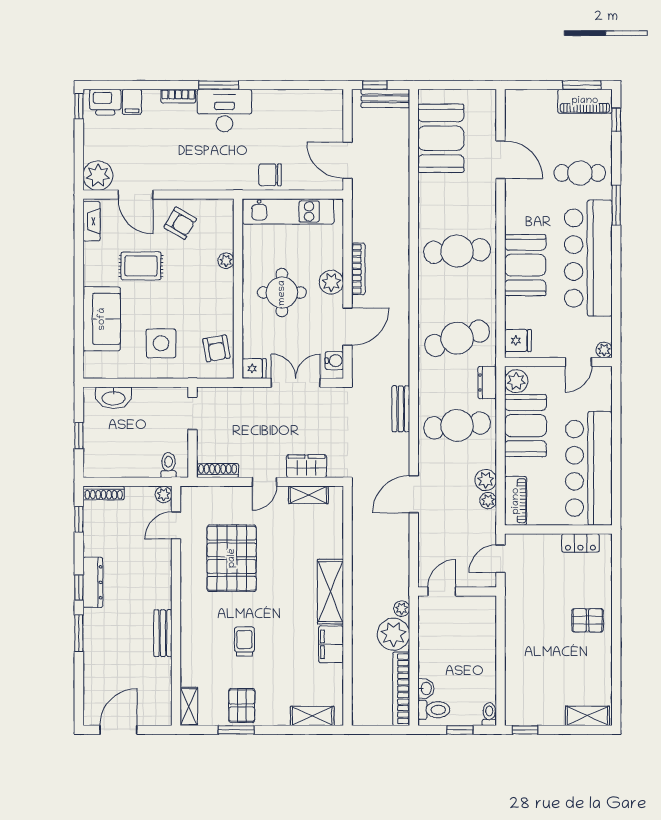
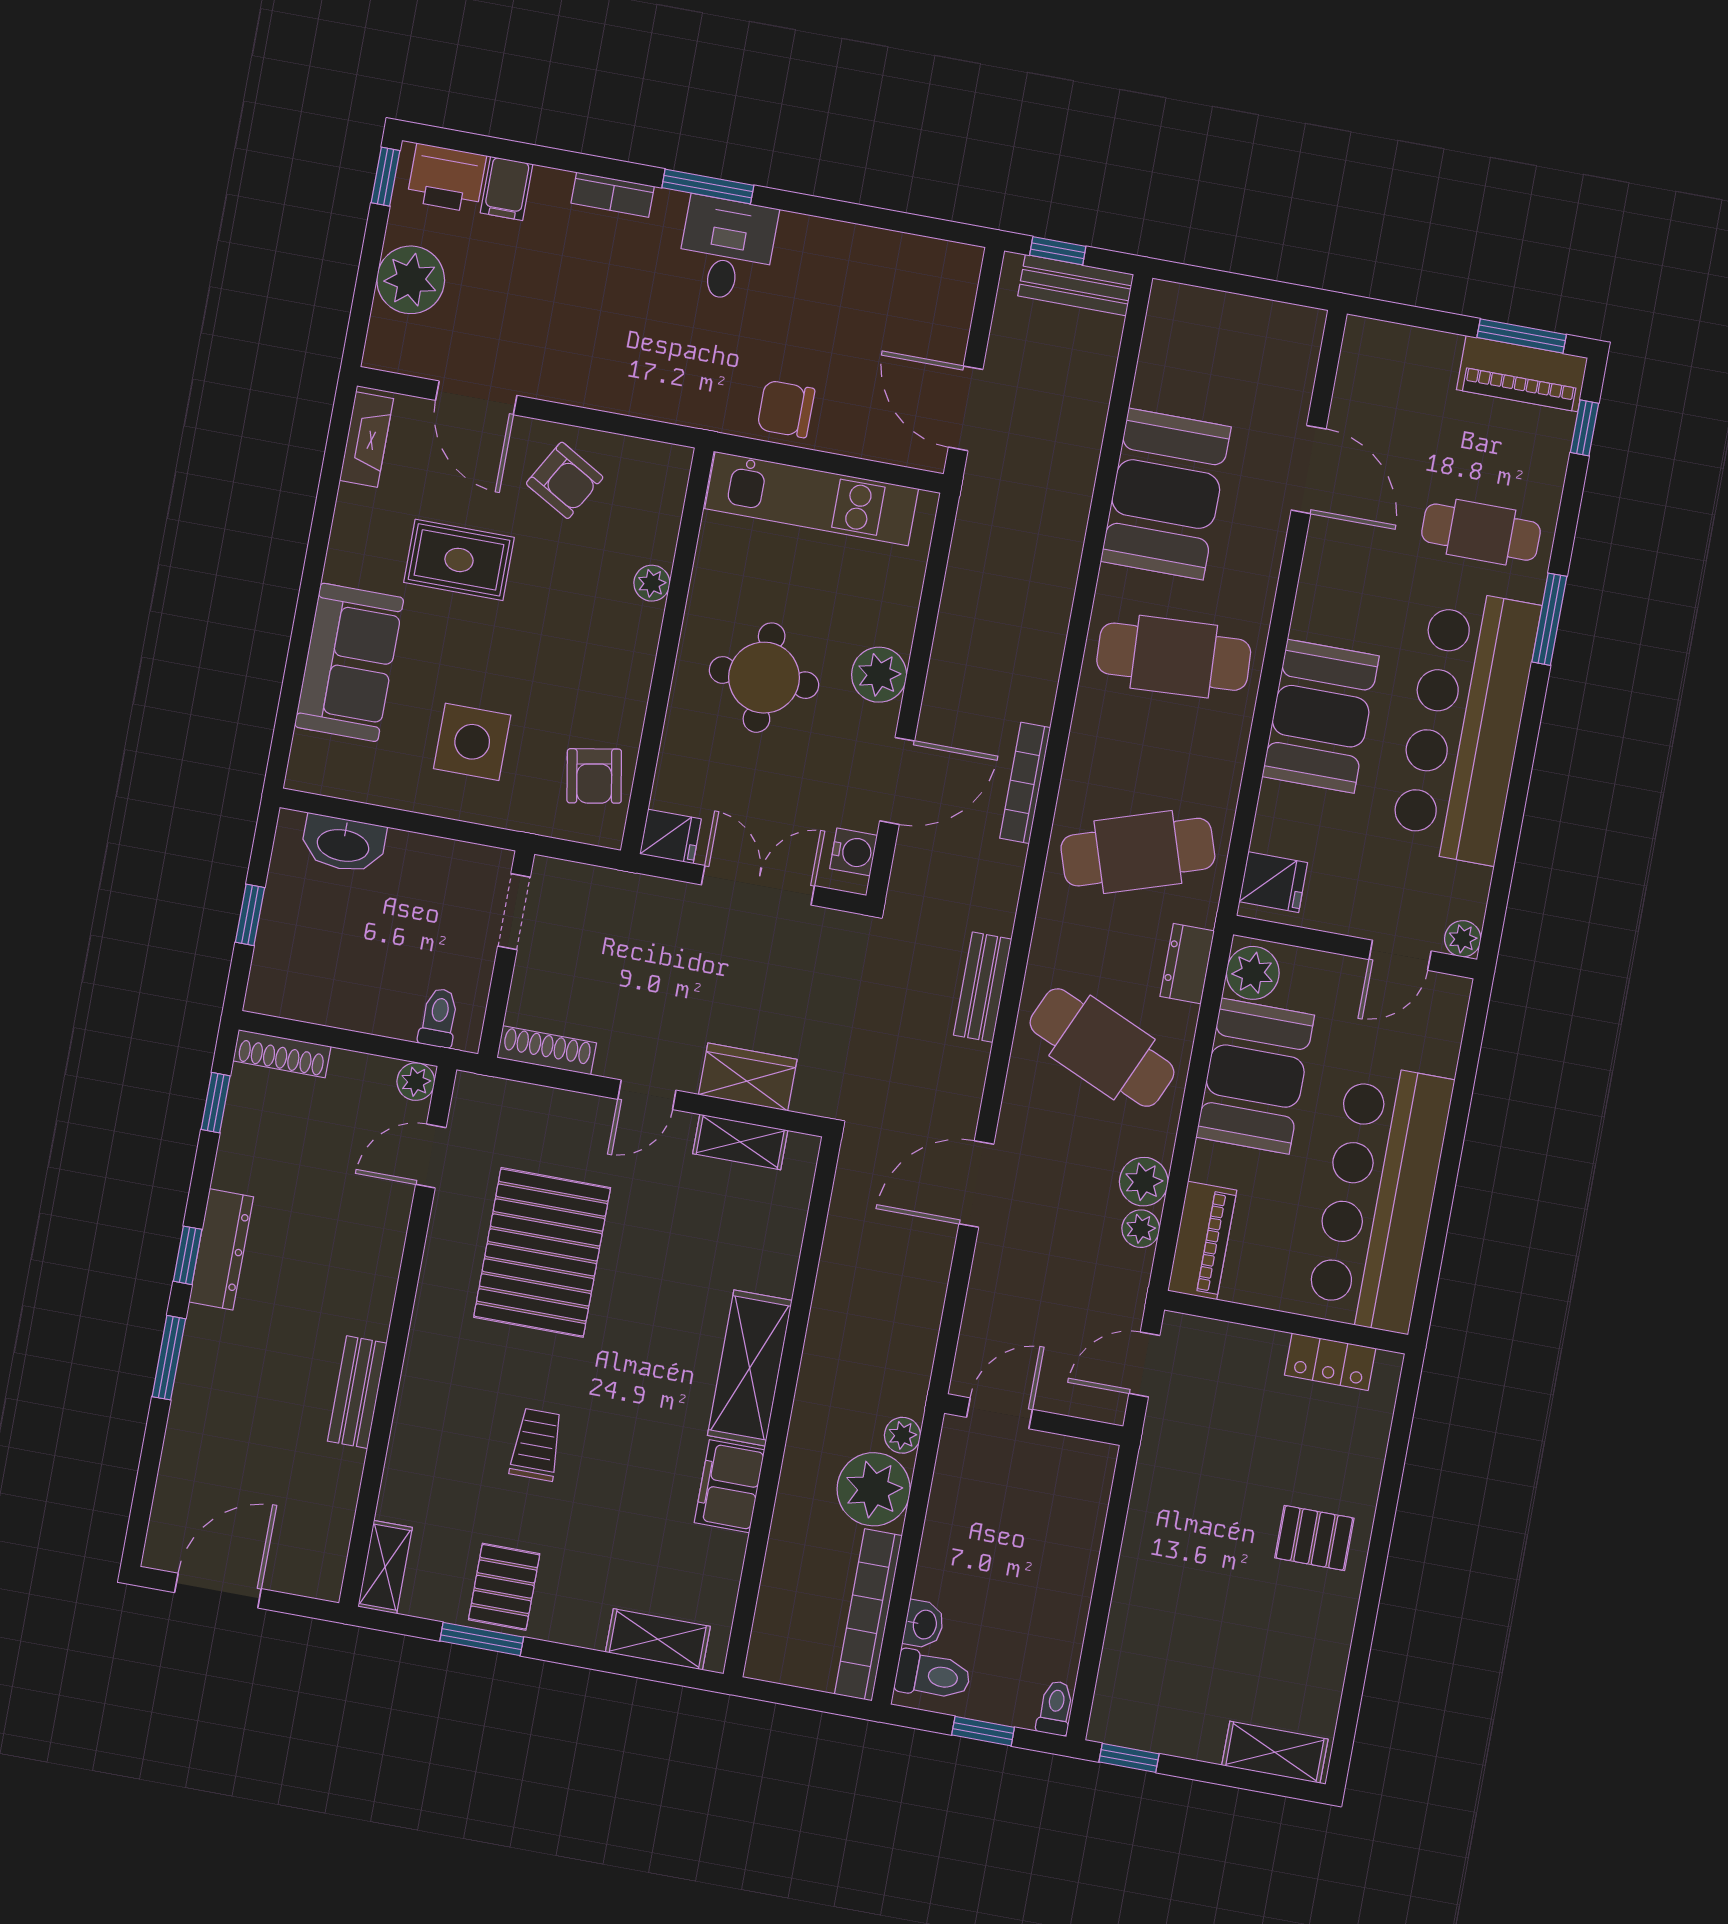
desk: (224, 111) -> (727, 249), width x0.73
booth: (441, 138) -> (1166, 494), moved
plant: (98, 176) -> (411, 280), moved
bookcase: (358, 269) -> (1025, 783), moved, turned 180
cafe table: (457, 425) -> (1102, 1048), turned 30

